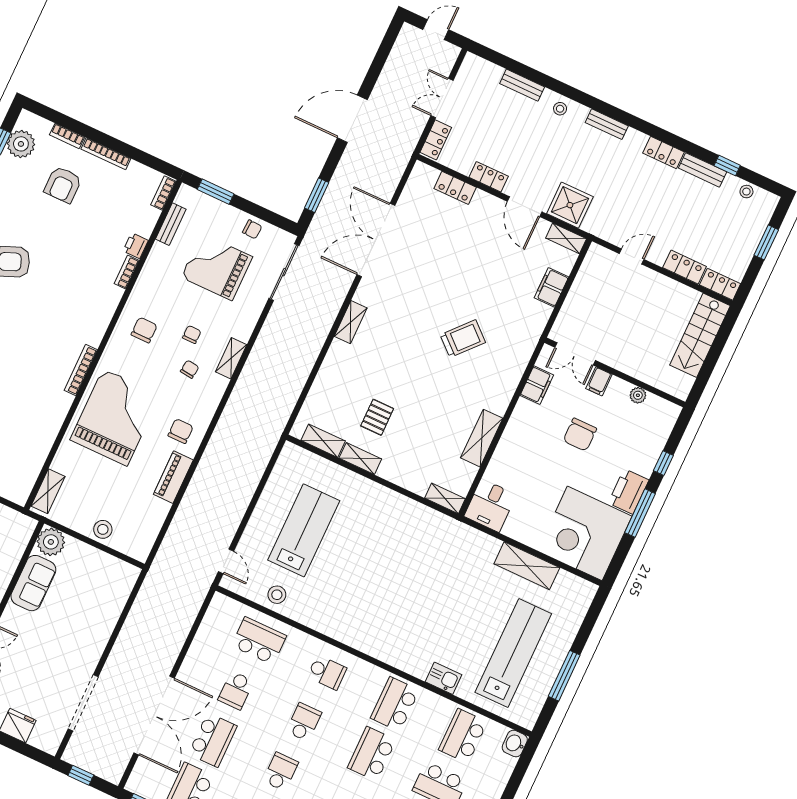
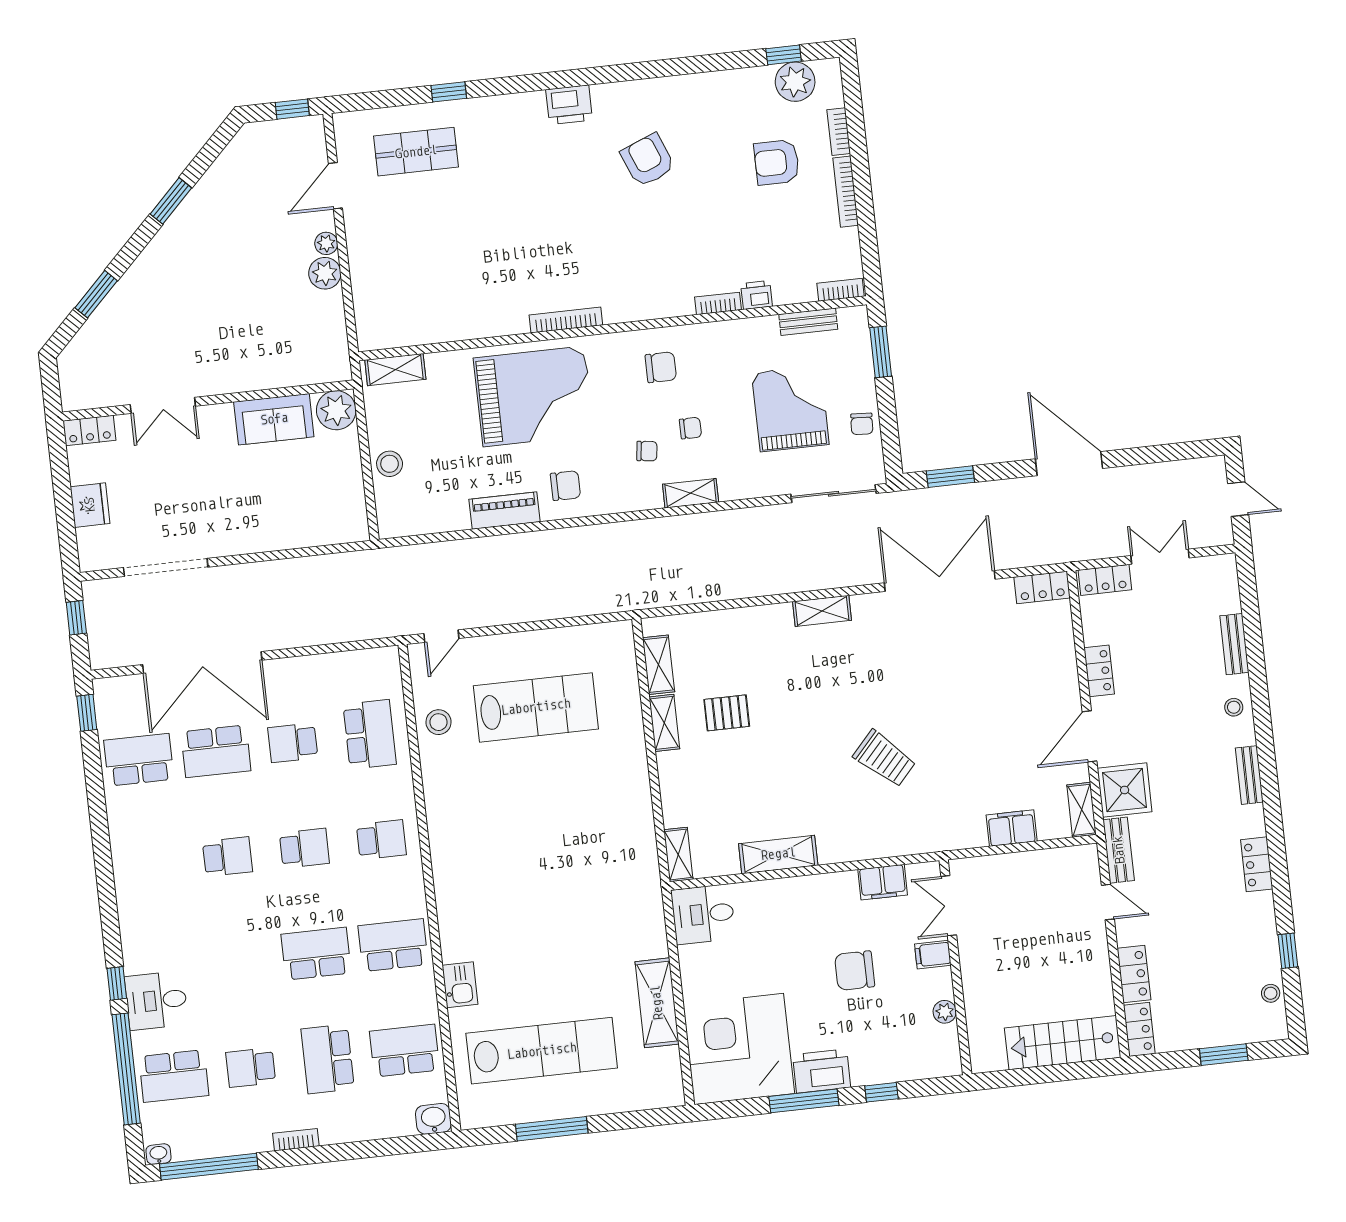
bench: (703, 170) -> (1119, 850), moved
locker: (455, 188) -> (1042, 587), moved, turned -90
school desk: (327, 672) -> (381, 840), turned -90

